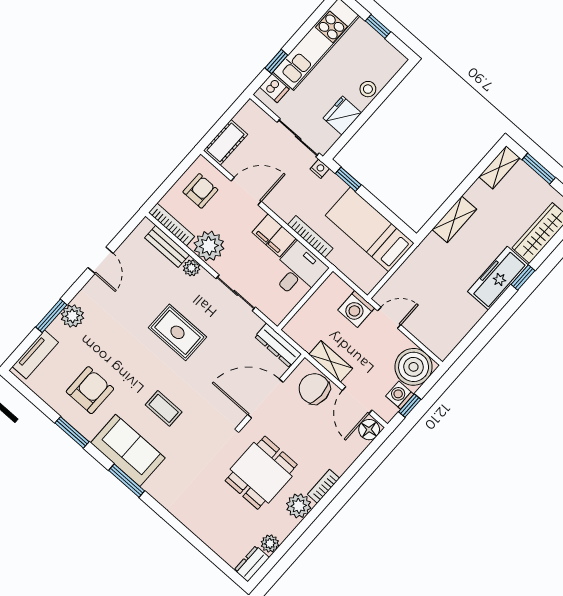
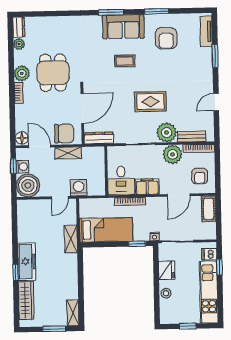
shelving: (454, 219) -> (71, 239), moved
door: (100, 260) -> (216, 102), hinge flipped
plant: (192, 268) -> (167, 132), width x1.88, depth x1.88
plant: (72, 316) -> (205, 65), removed

